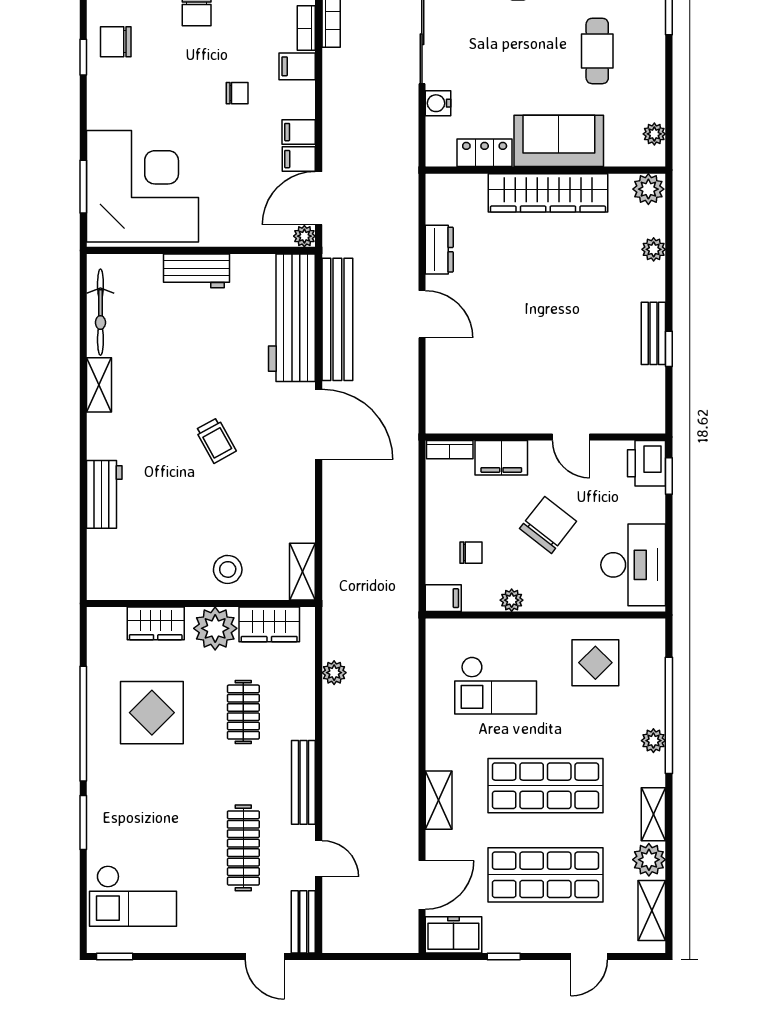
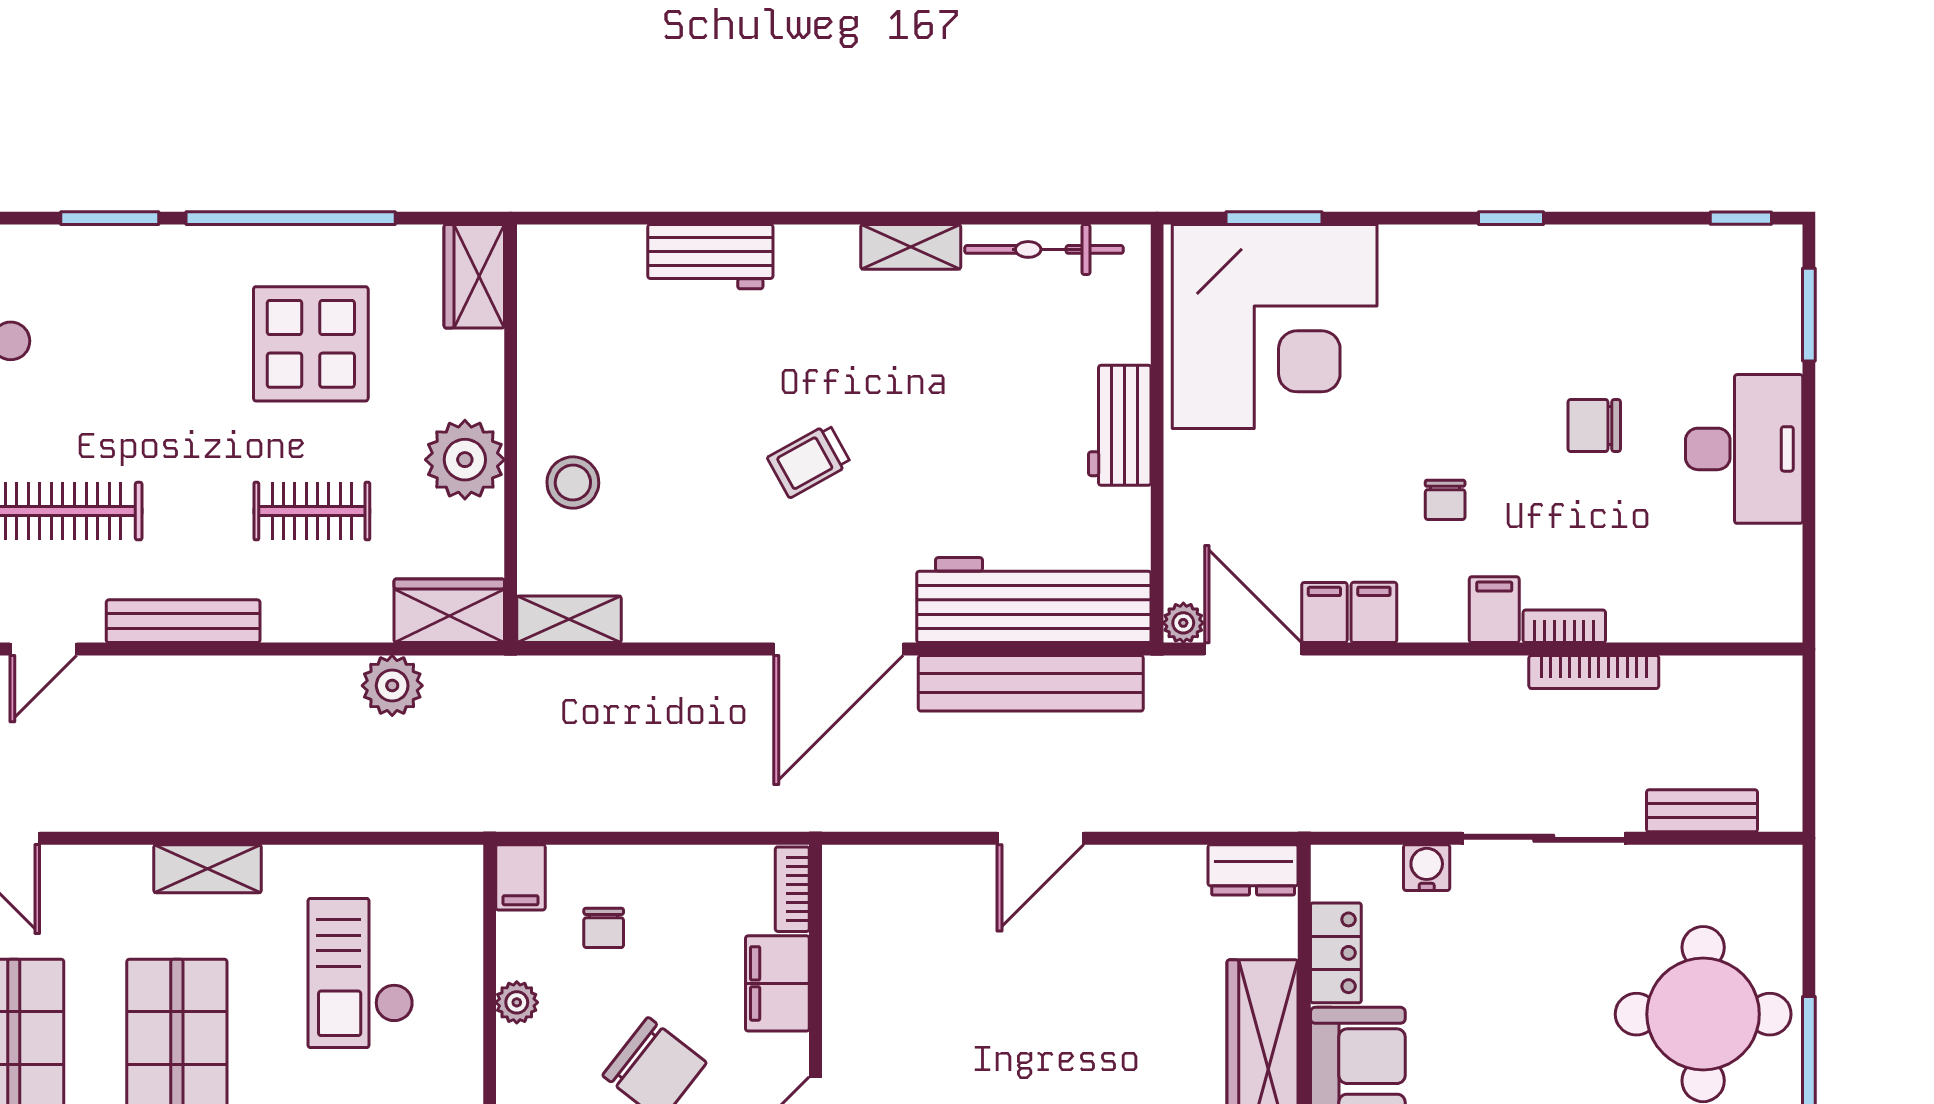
chair: (116, 42) -> (1539, 278), removed
dresser: (439, 250) -> (1253, 870), moved
wardrobe: (156, 623) -> (474, 276), moved
wardrobe: (269, 624) -> (449, 611), moved, turned 90
plant: (334, 673) -> (392, 686), width x1.38, depth x1.38
shelving: (439, 800) -> (208, 869), moved

